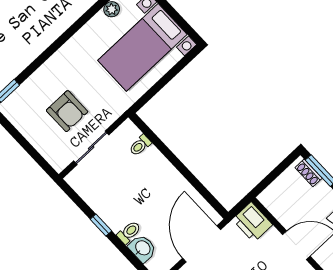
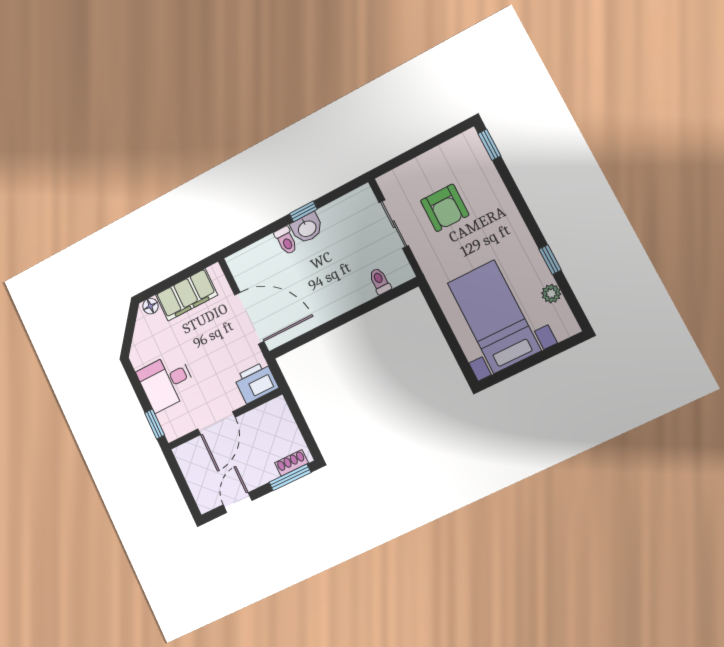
window: (85, 18) -> (550, 260), added
armchair: (67, 111) -> (445, 208), turned -90
washbasin: (142, 248) -> (307, 228), moved

